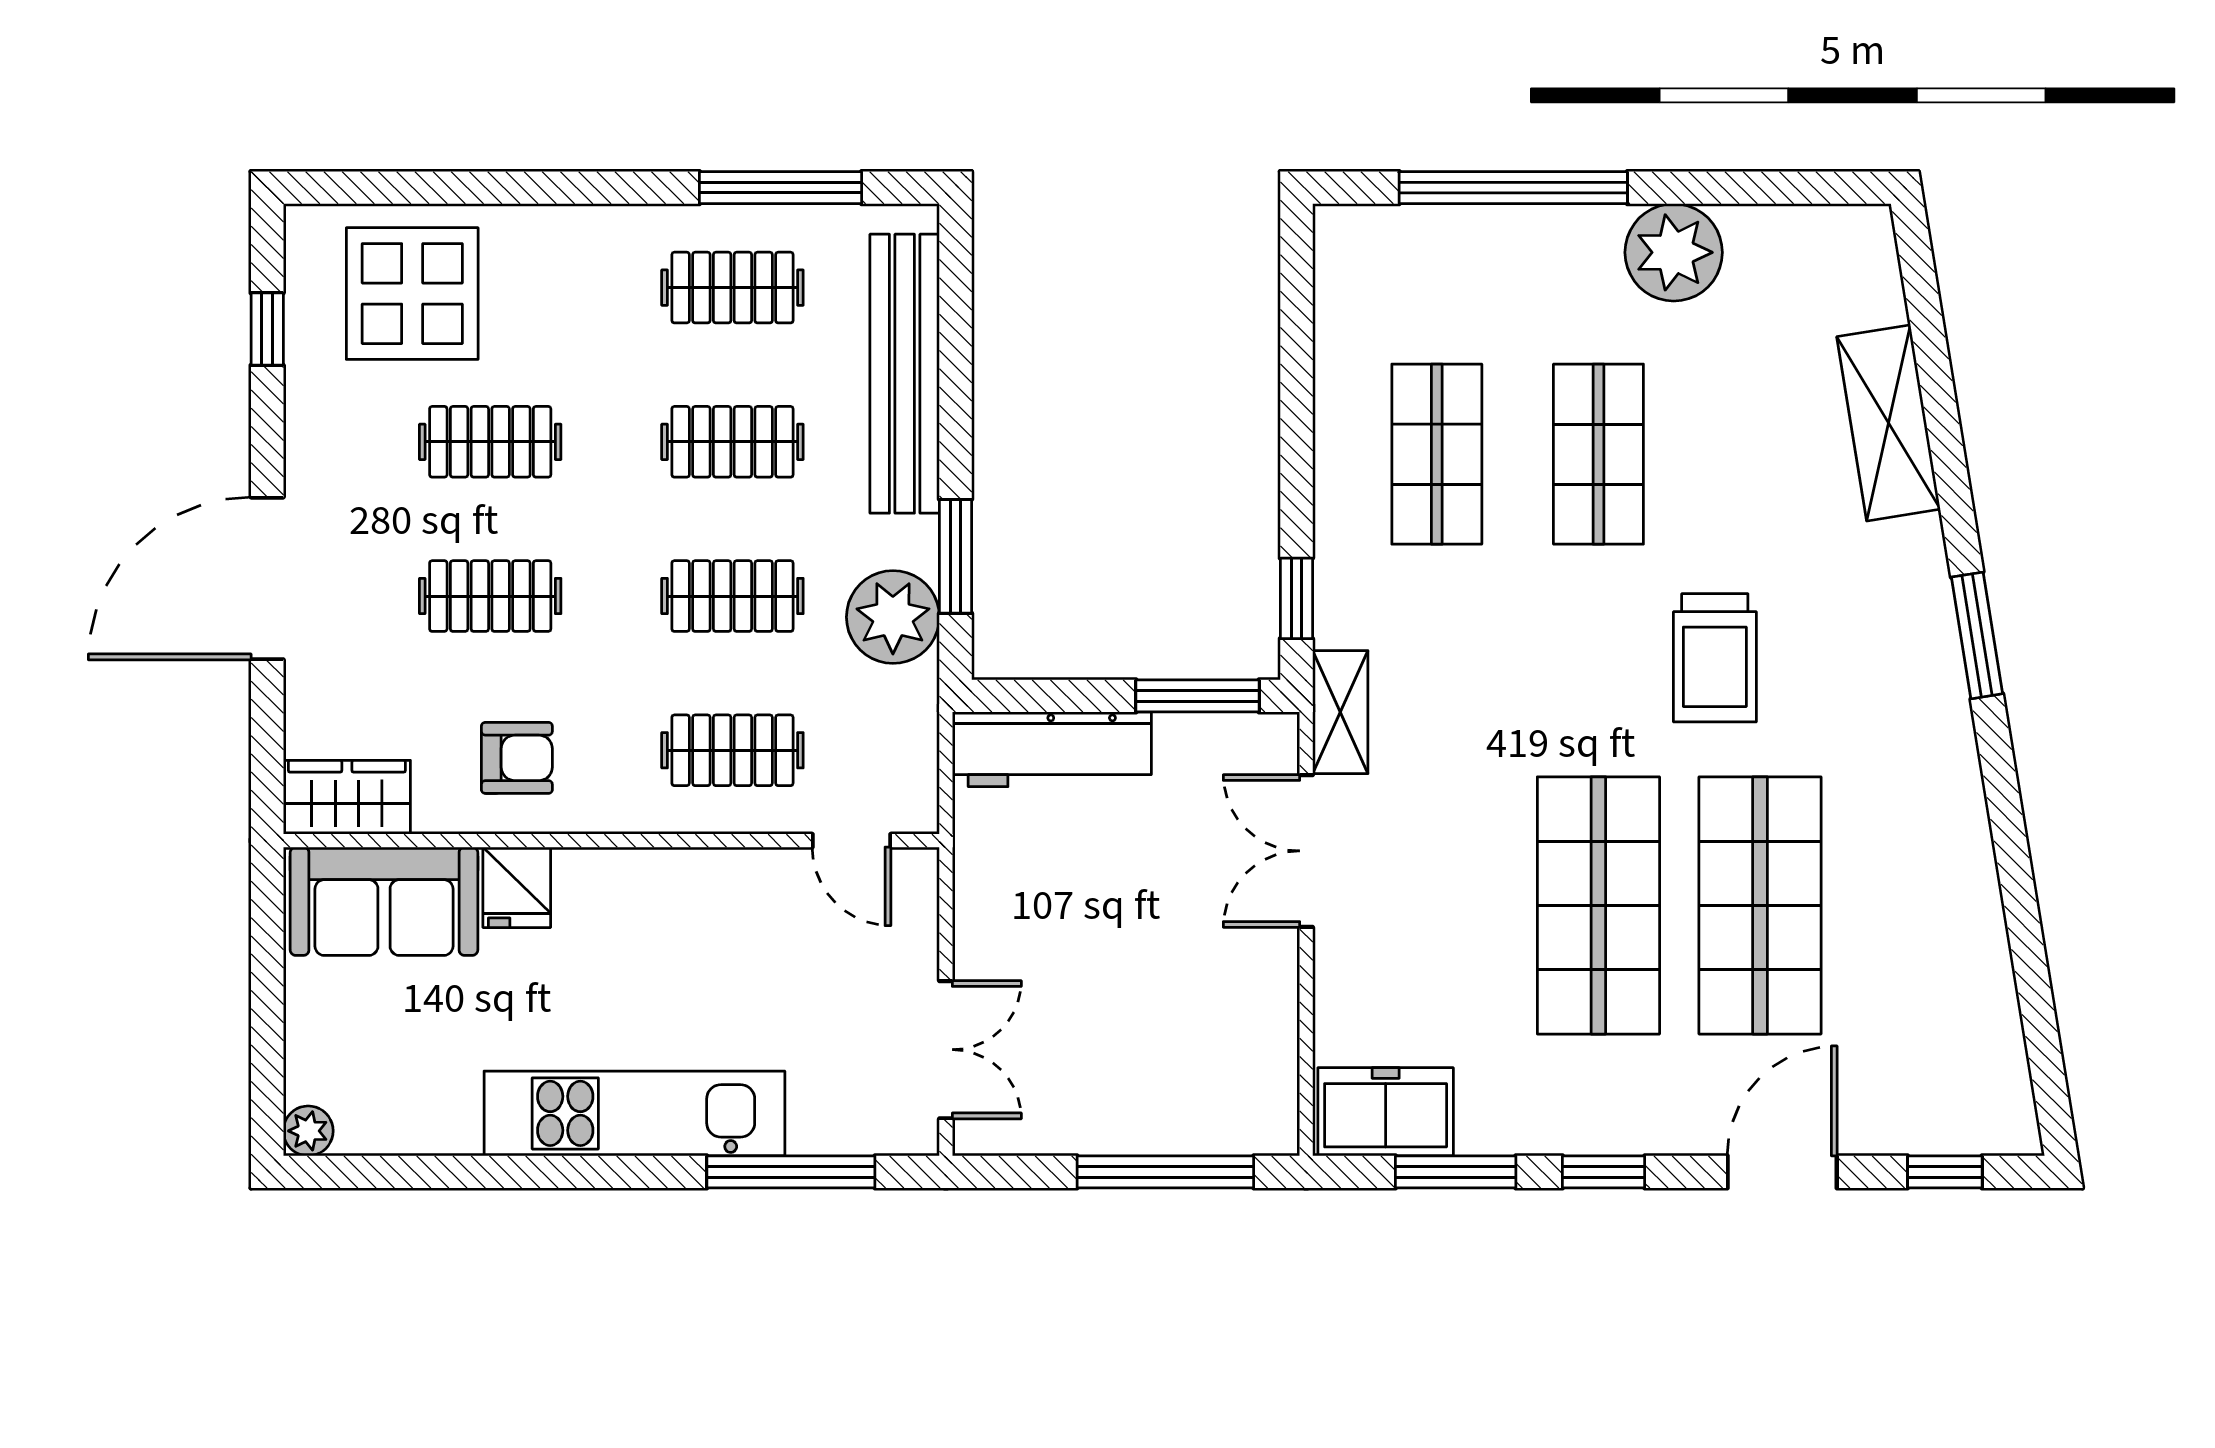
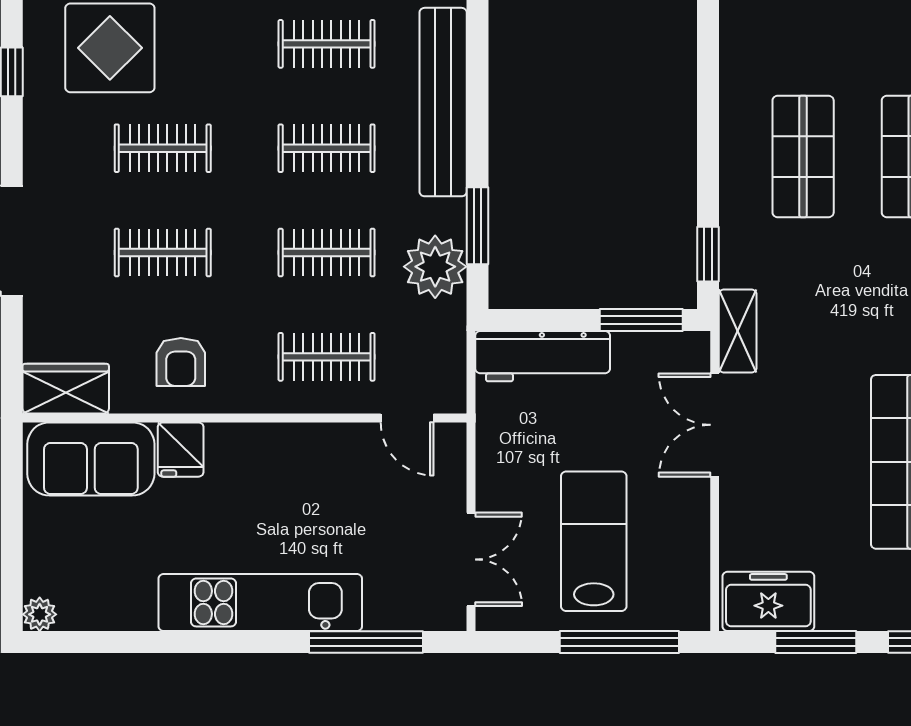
armchair: (517, 758) -> (181, 362), turned 90
lab bench: (1127, 1023) -> (594, 541), added

